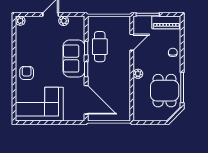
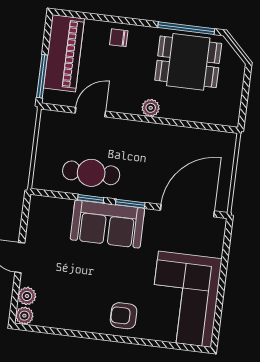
plant: (64, 21) -> (27, 296), moved
piano: (166, 22) -> (64, 53), width x1.37, depth x1.33
door: (132, 42) -> (90, 112), hinge flipped

